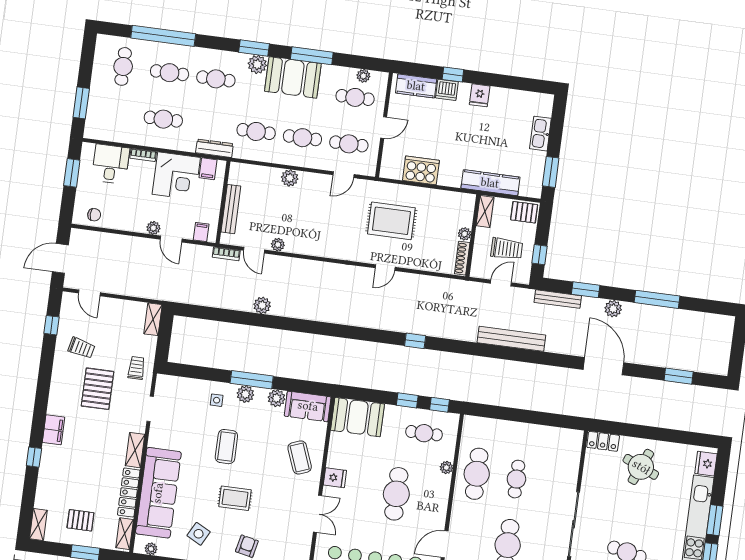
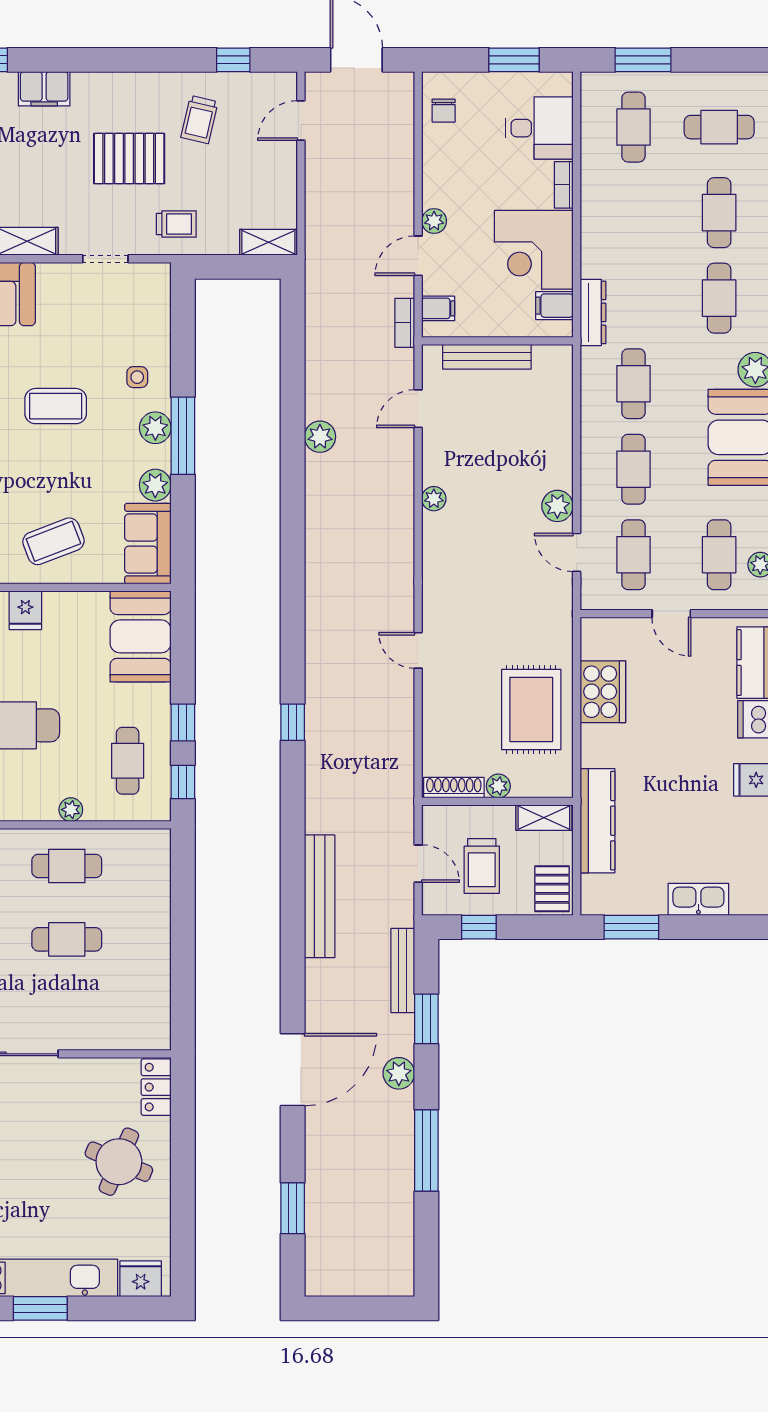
cafe table: (163, 119) -> (633, 127), moved
plant: (290, 178) -> (557, 506), moved
rug: (391, 221) -> (531, 710), moved
plant: (278, 245) -> (434, 499), moved
bookcase: (226, 254) -> (405, 323), moved
cafe table: (477, 474) -> (67, 866), width x0.73, depth x0.74

